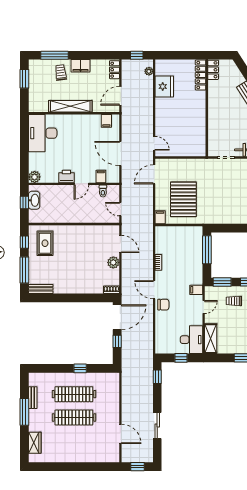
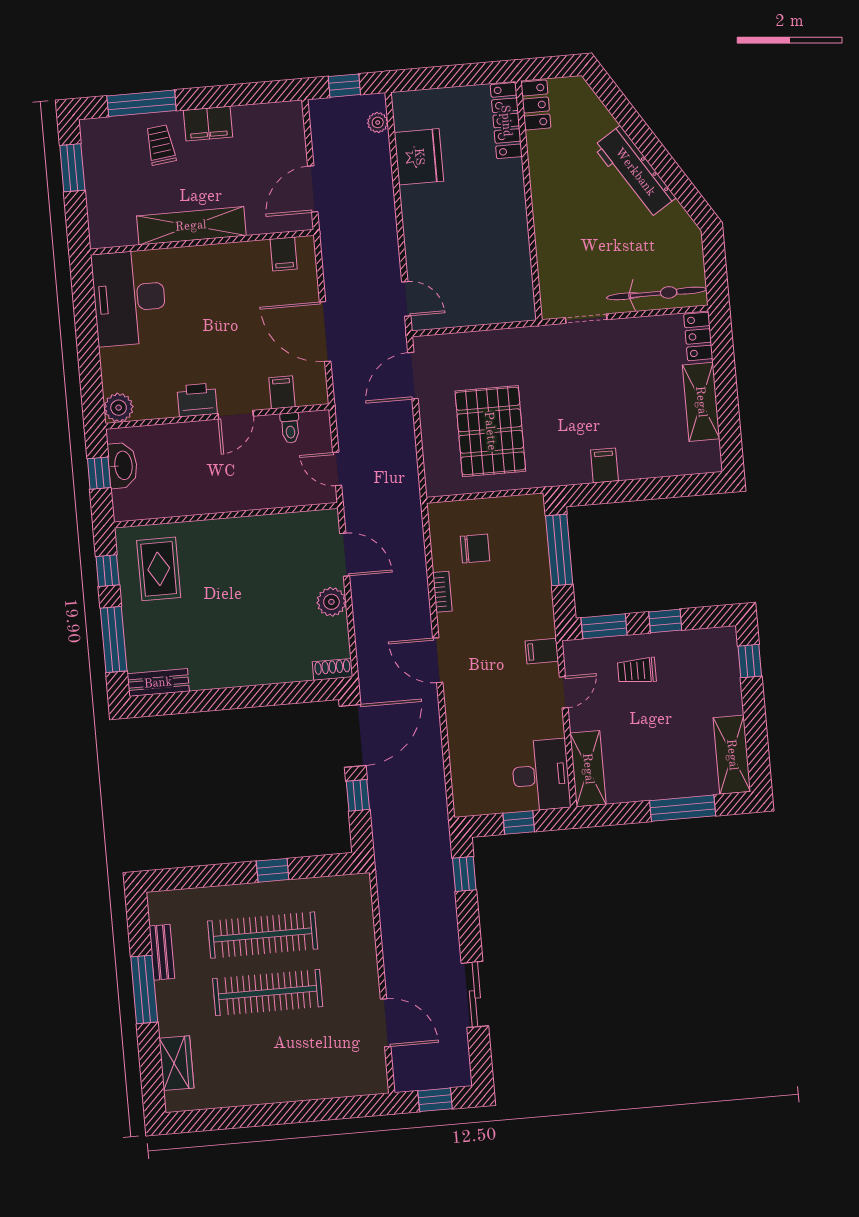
locker: (114, 70) -> (292, 126), removed
filing cabinet: (160, 217) -> (604, 465), moved
chair: (163, 305) -> (475, 549), moved

